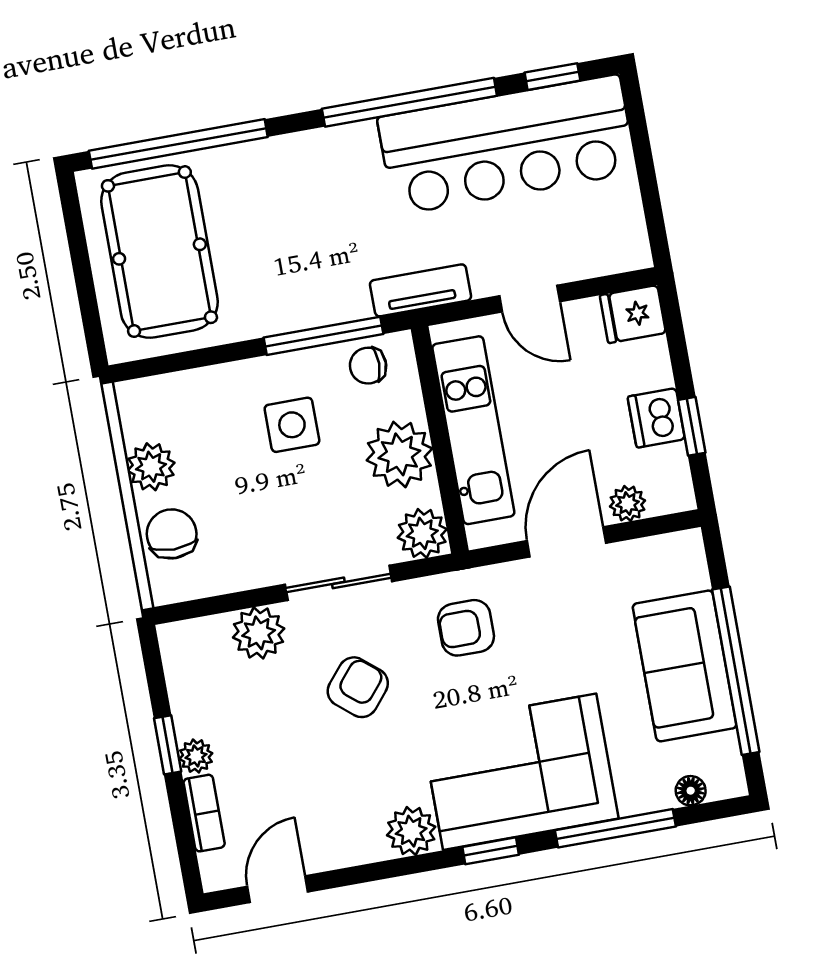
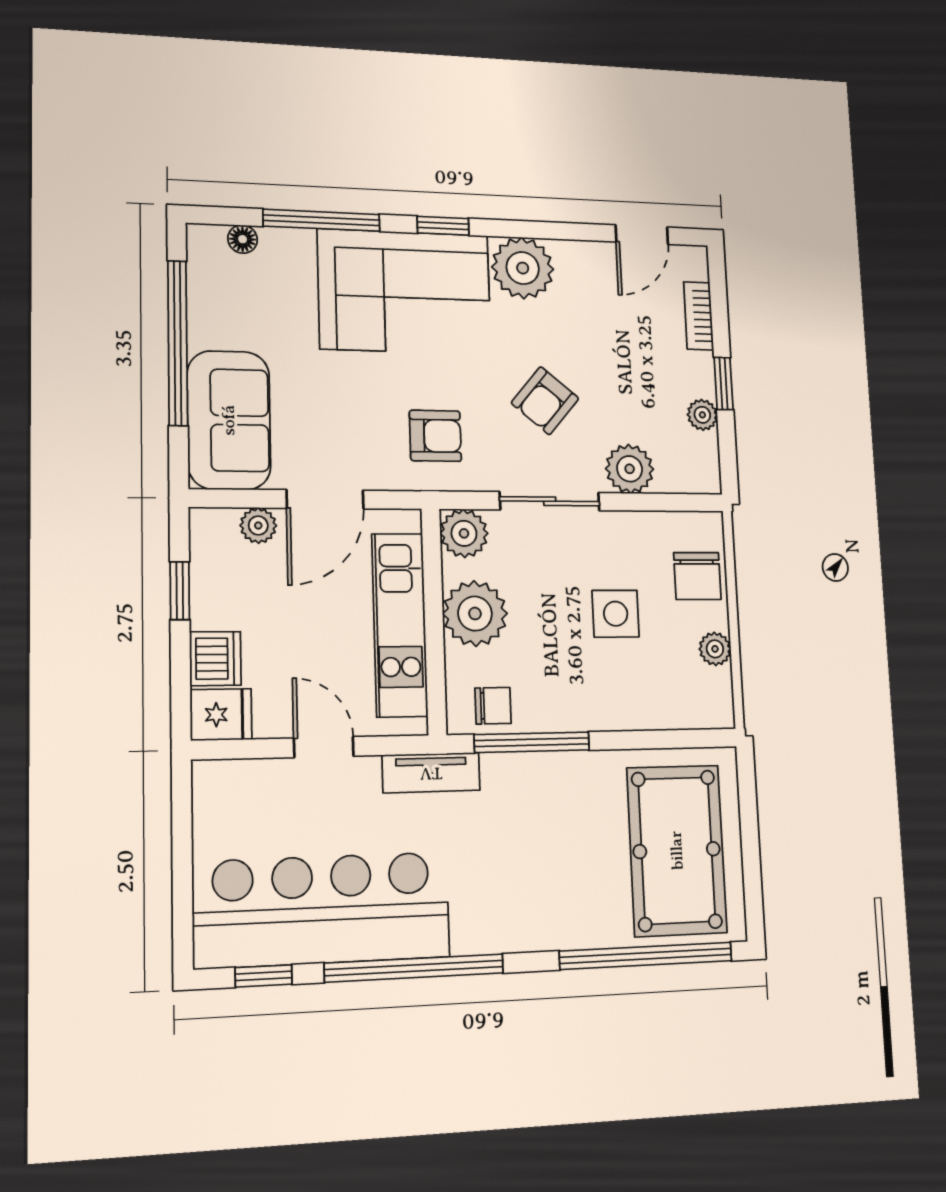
dishwasher: (656, 418) -> (215, 659), moved
side table: (292, 425) -> (616, 614), moved
plant: (151, 467) -> (715, 649), width x0.73, depth x0.73
sofa: (685, 666) -> (229, 420), moved
plant: (196, 756) -> (702, 415), moved
plant: (411, 831) -> (523, 268), width x1.36, depth x1.36

